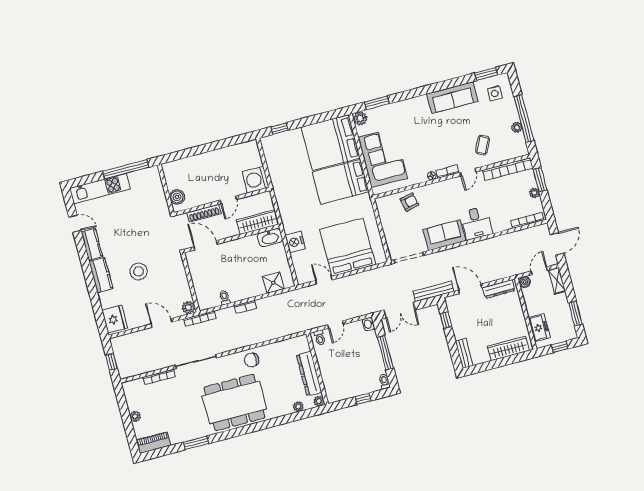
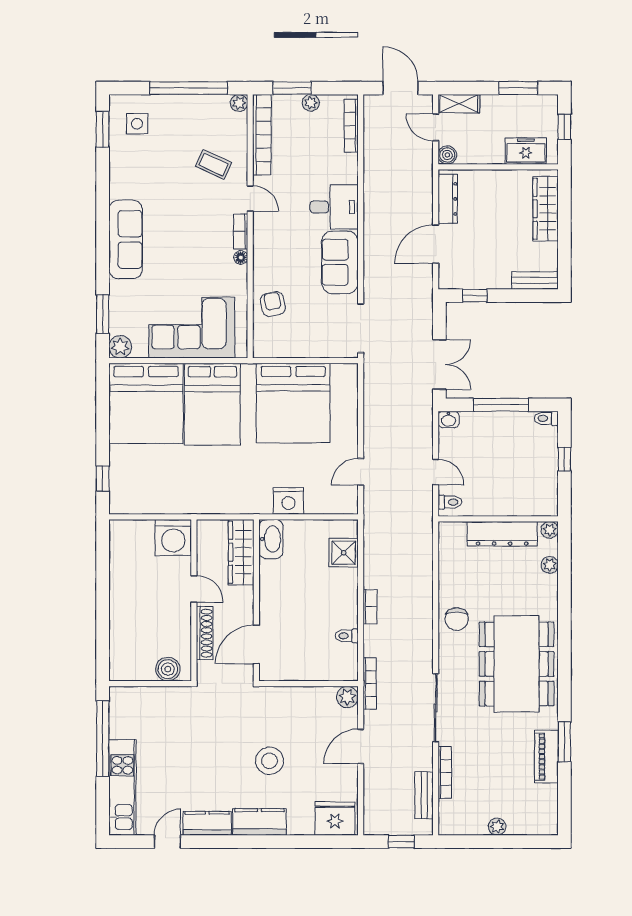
sofa: (452, 98) -> (126, 239), moved
plant: (517, 127) -> (239, 103), moved
bed: (347, 247) -> (293, 403), moved, turned -90
bench: (433, 291) -> (424, 795), moved, width x0.73
piano: (153, 443) -> (546, 757), moved

